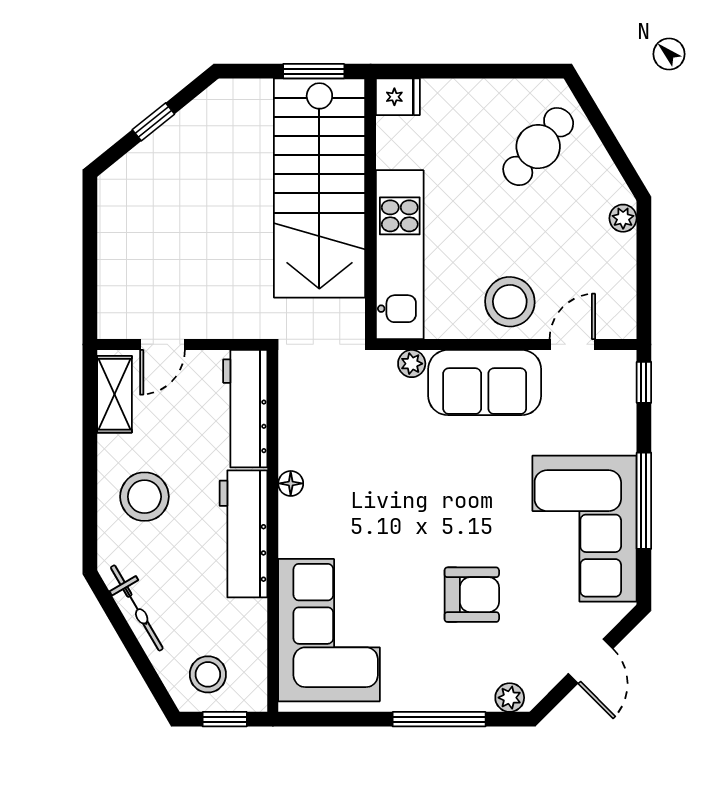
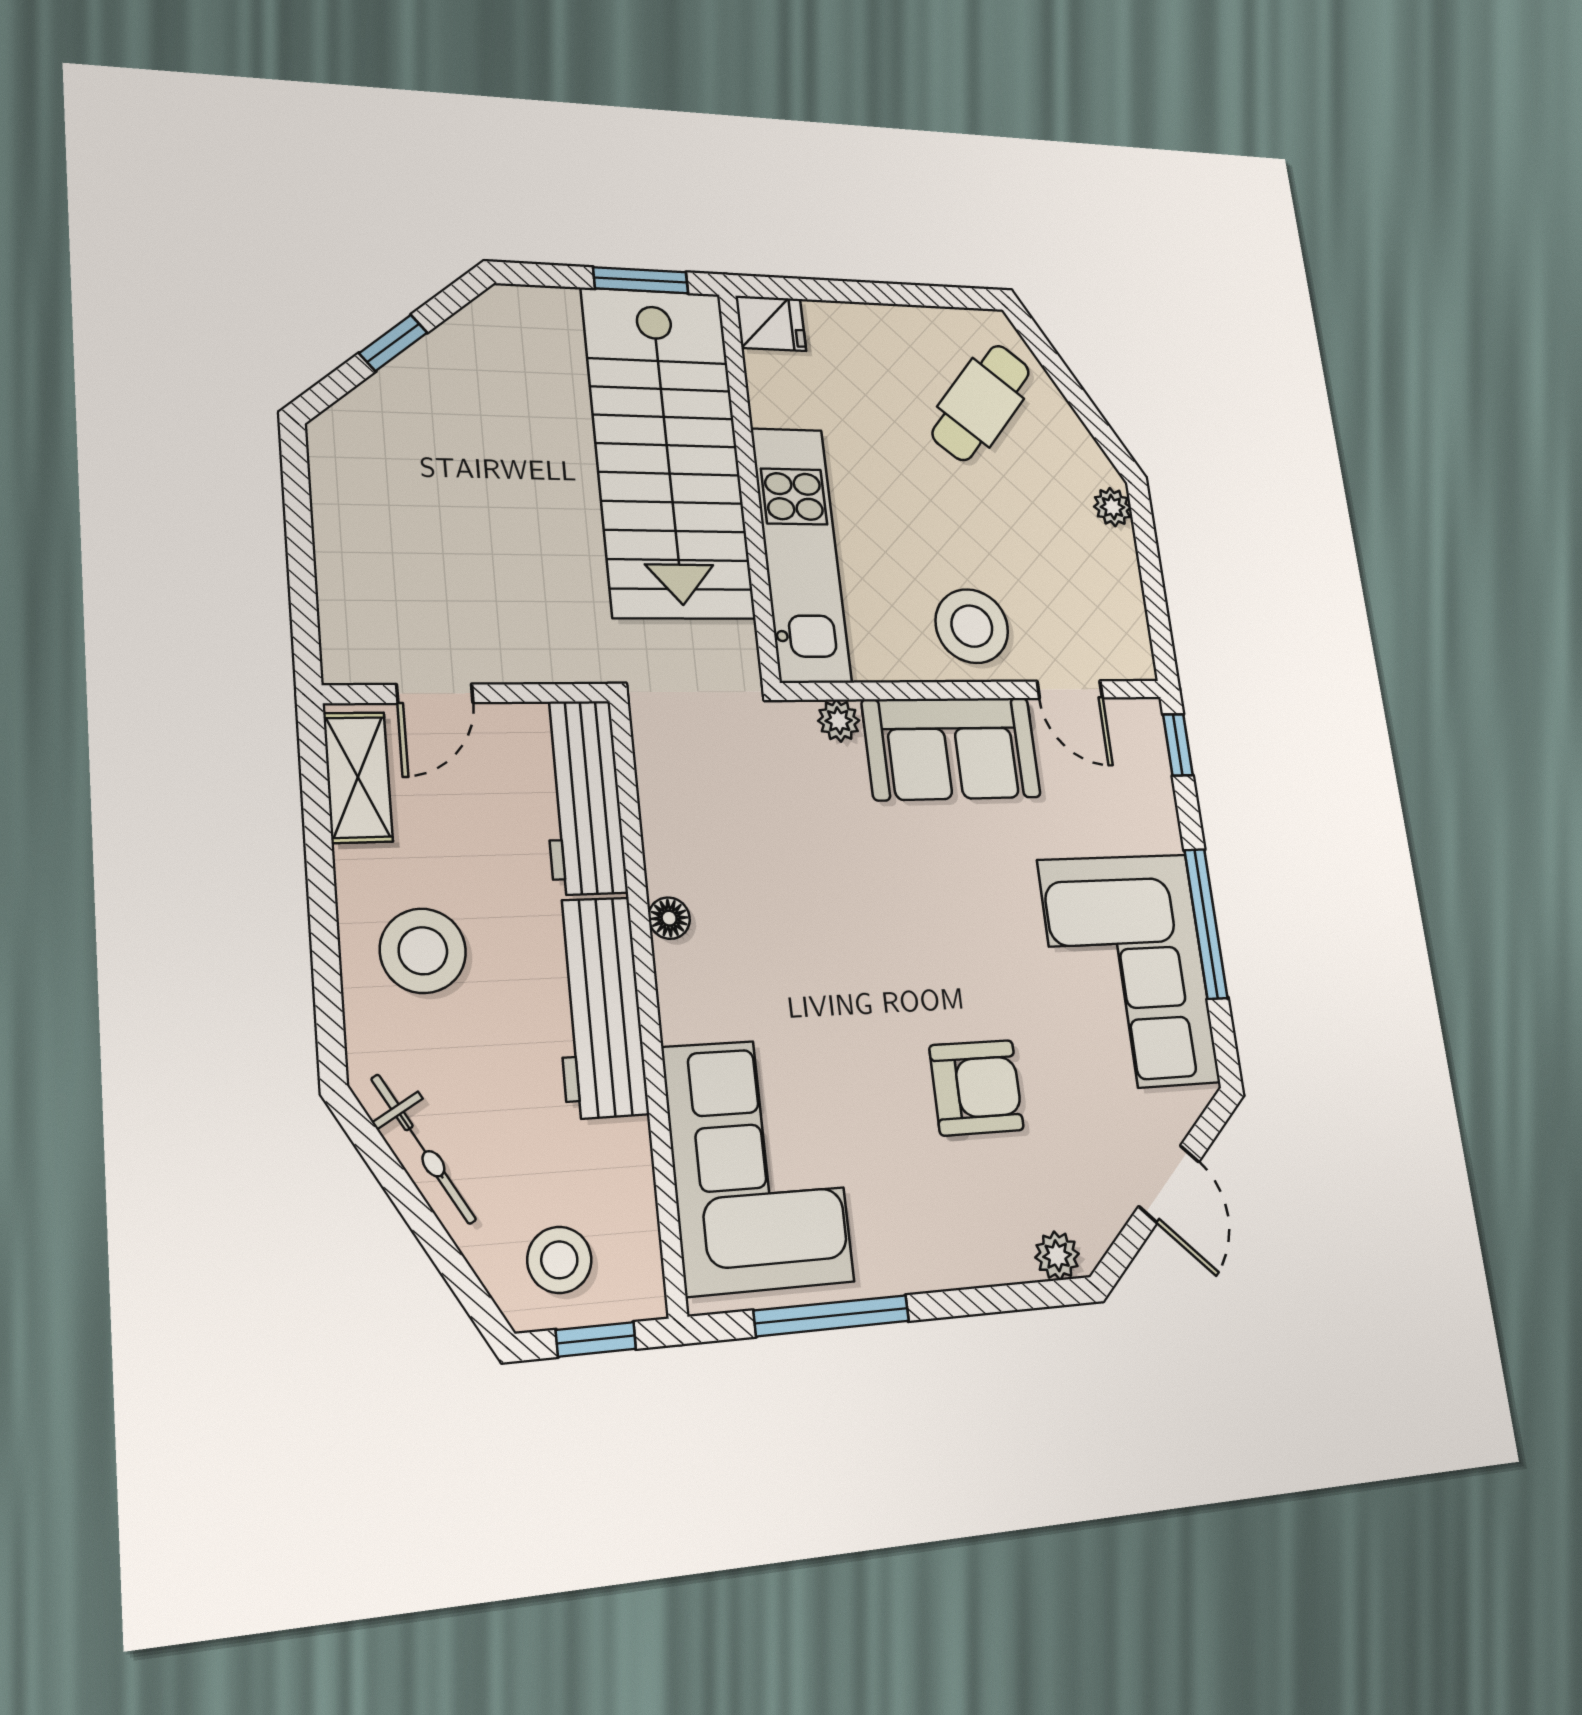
door: (572, 344) -> (1070, 690), swing flipped
window: (439, 719) -> (832, 1316), moved

